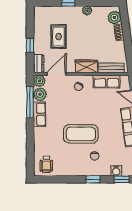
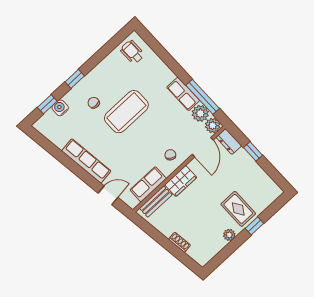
plant: (114, 18) -> (197, 252), removed
rug: (59, 37) -> (238, 209), moved

